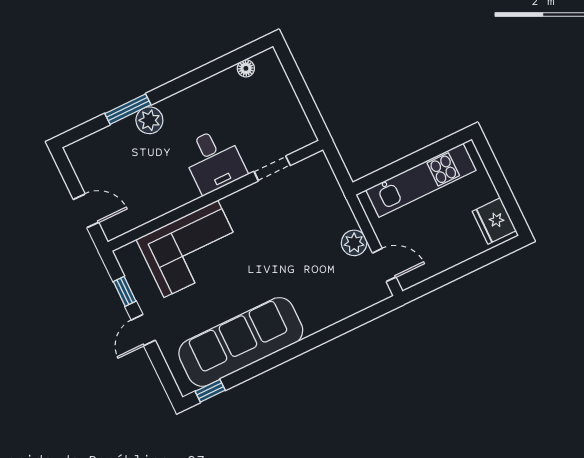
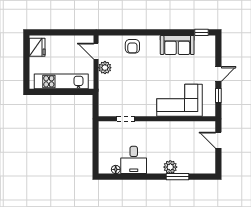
desk: (214, 161) -> (134, 160), moved, turned 180
armchair: (323, 305) -> (132, 46), added
sofa: (241, 342) -> (177, 45), width x0.54, depth x0.79

